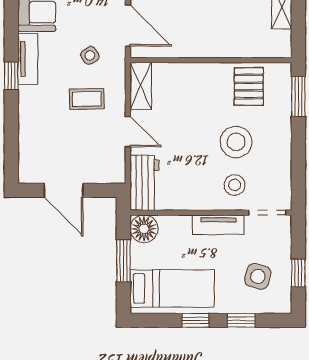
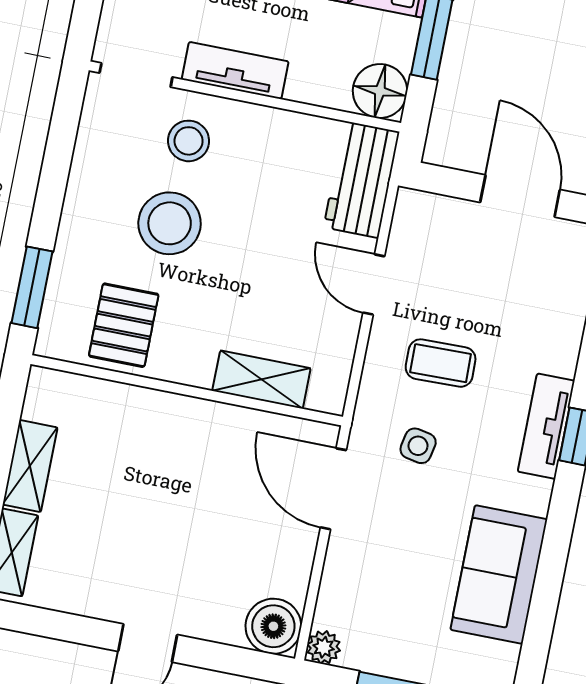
side table: (90, 55) -> (418, 446), turned 45
tv unit: (28, 59) -> (546, 426), moved
shelving: (141, 86) -> (261, 380), moved, turned 90

